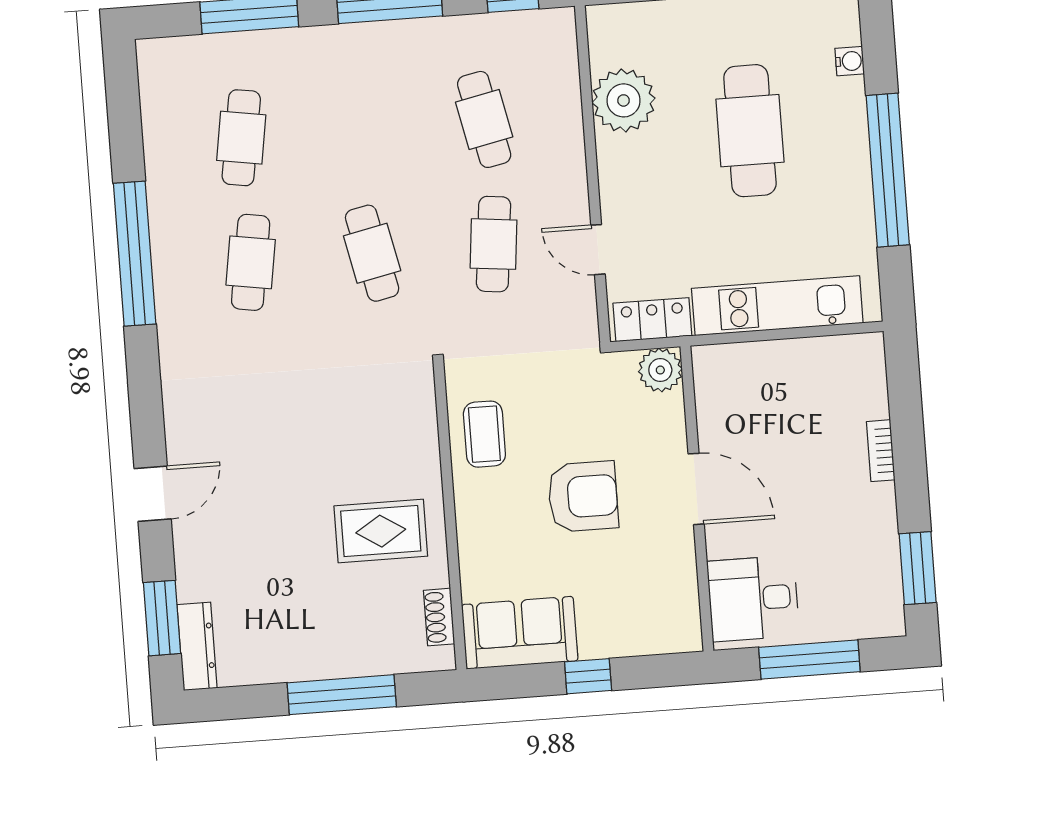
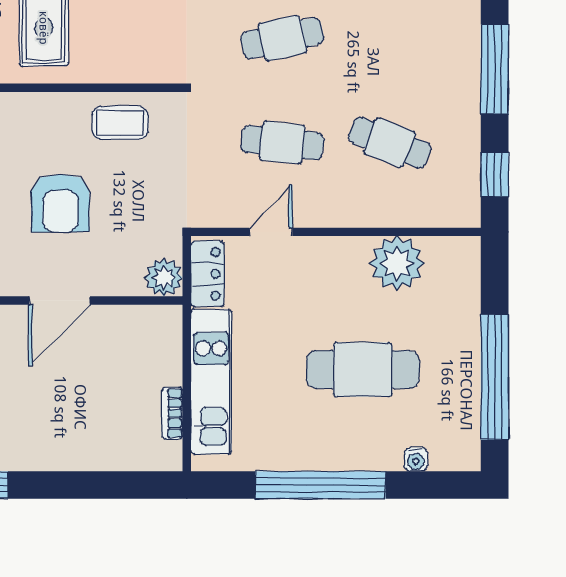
cafe table: (484, 119) -> (390, 143), turned 33
bookcase: (881, 451) -> (172, 413), moved, turned -90

